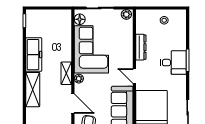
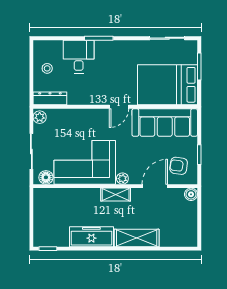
dresser: (141, 47) -> (50, 98), moved
desk: (173, 63) -> (79, 57), moved

